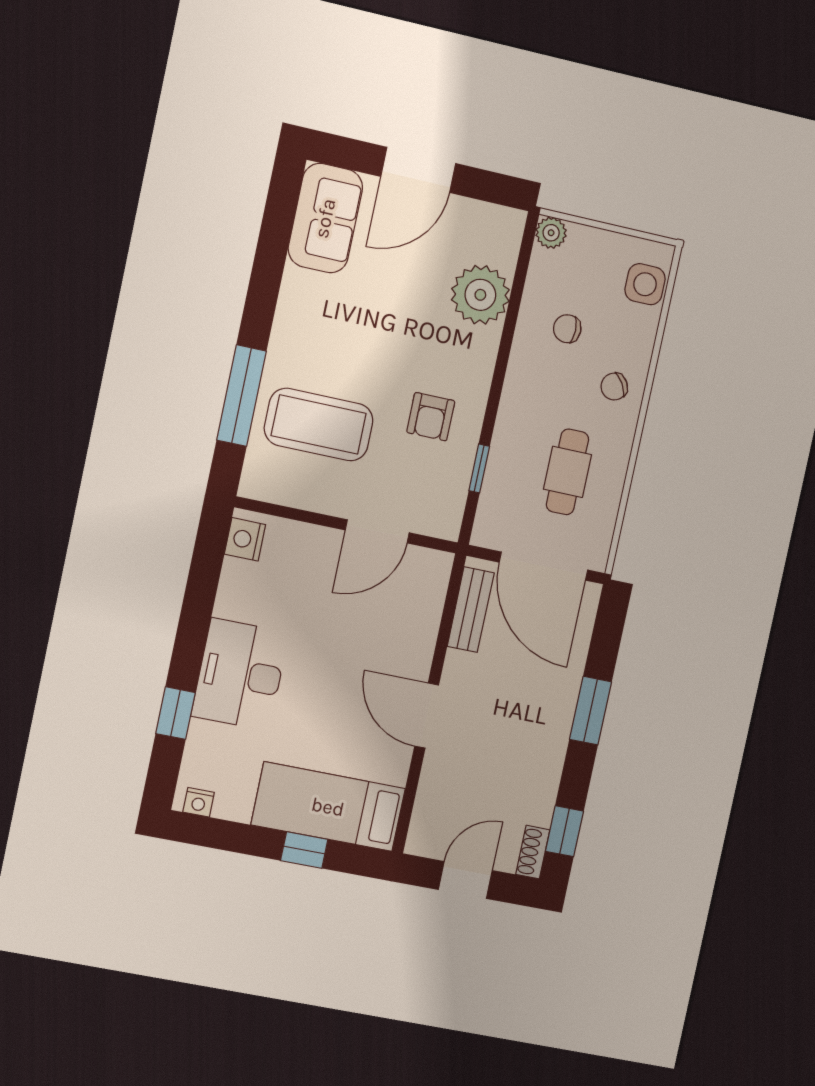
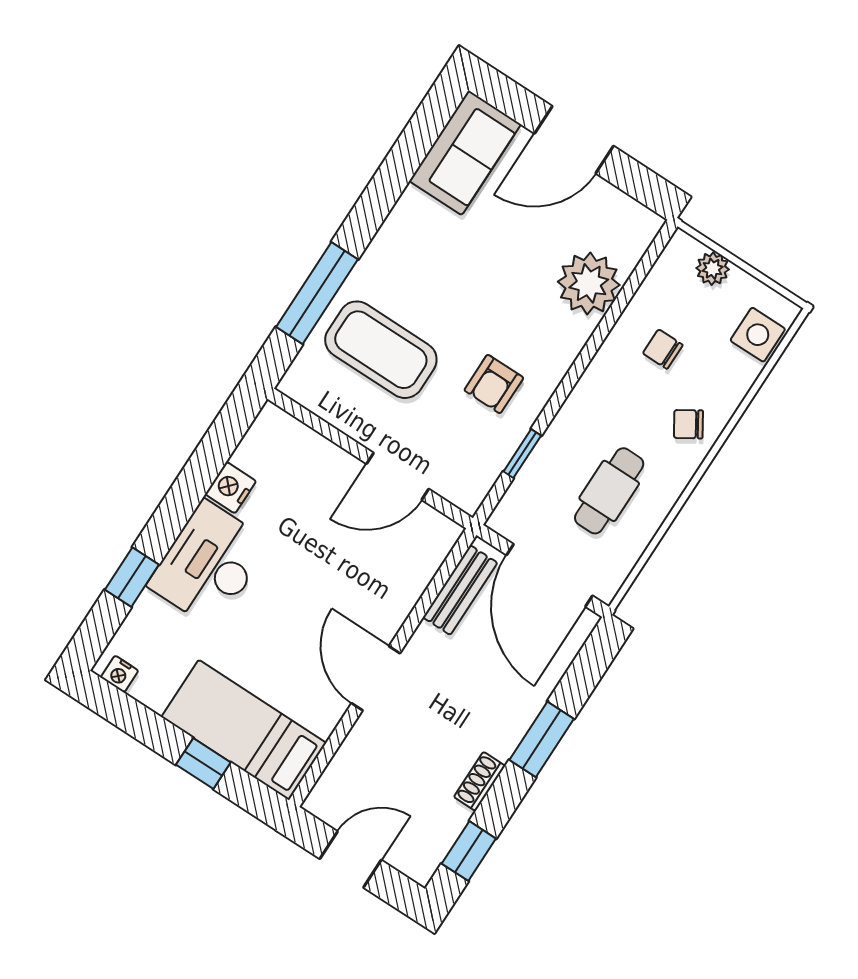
plant: (551, 233) -> (713, 269), moved
nightstand: (245, 539) -> (231, 488), moved
shoe rack: (533, 852) -> (480, 781), moved

